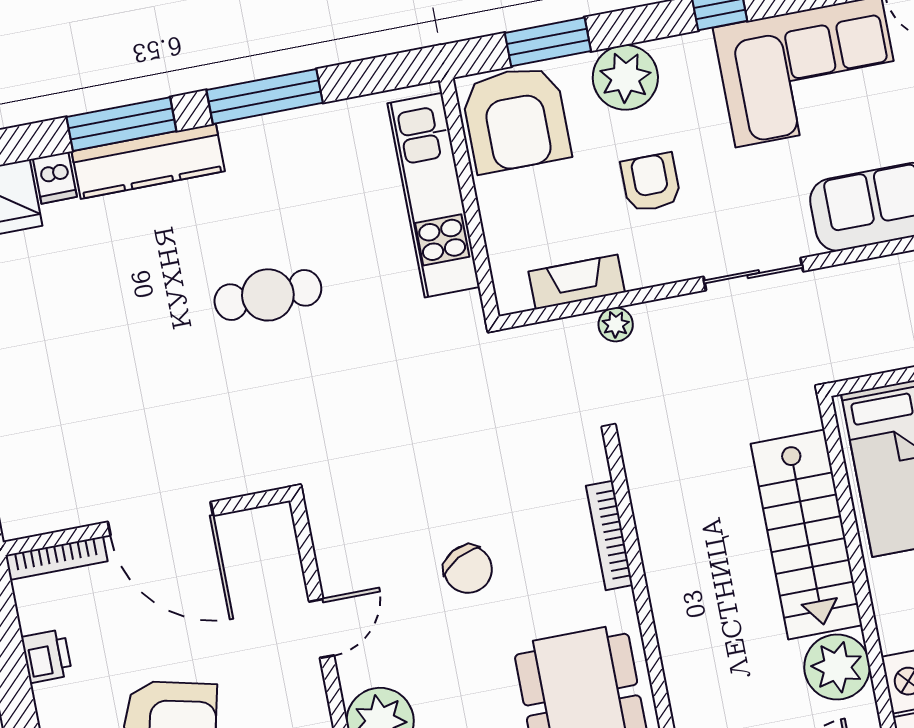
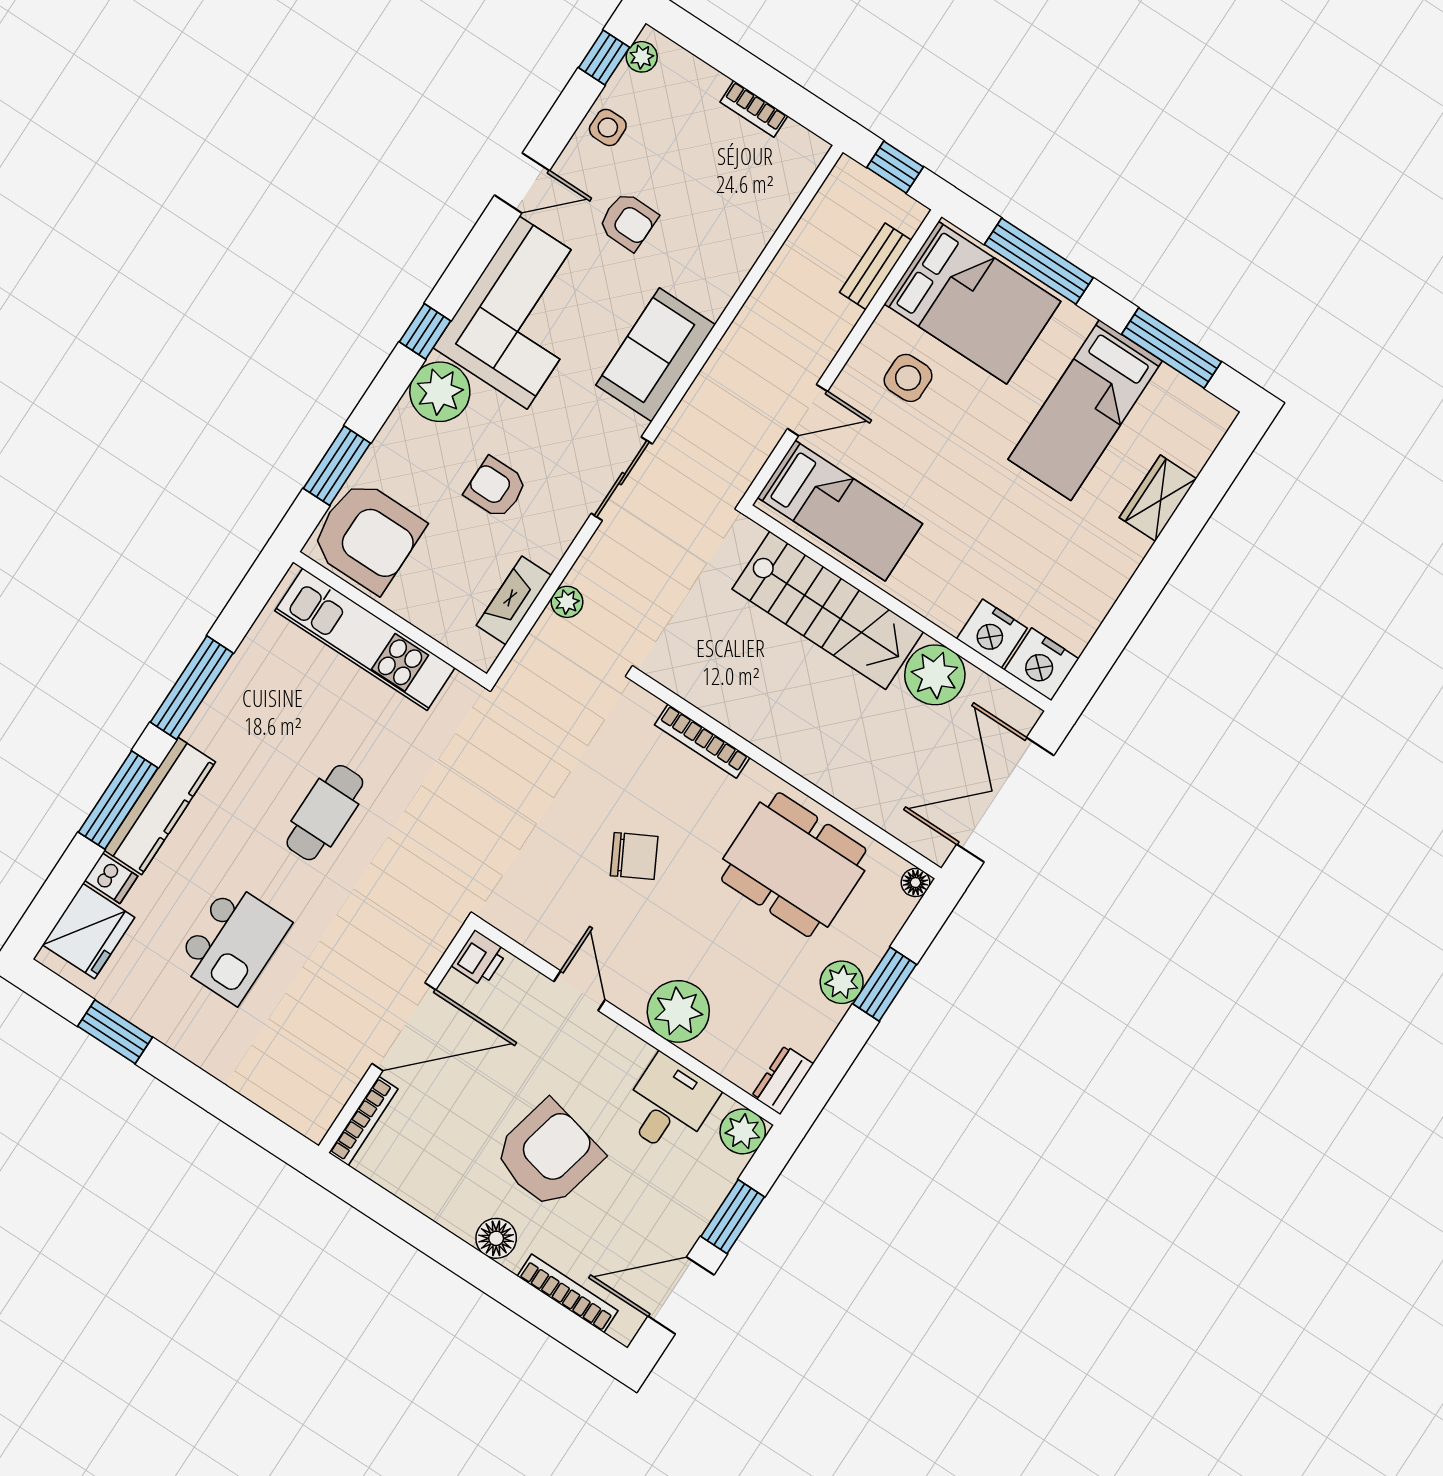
plant: (625, 77) -> (440, 392), moved
kitchen island: (96, 322) -> (233, 944), added
printer: (47, 656) -> (479, 958), moved, turned 90

